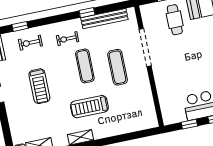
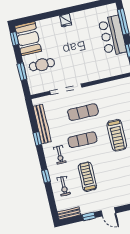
window: (20, 26) -> (46, 176), moved
treadmill: (39, 86) -> (87, 177), moved, turned -90

